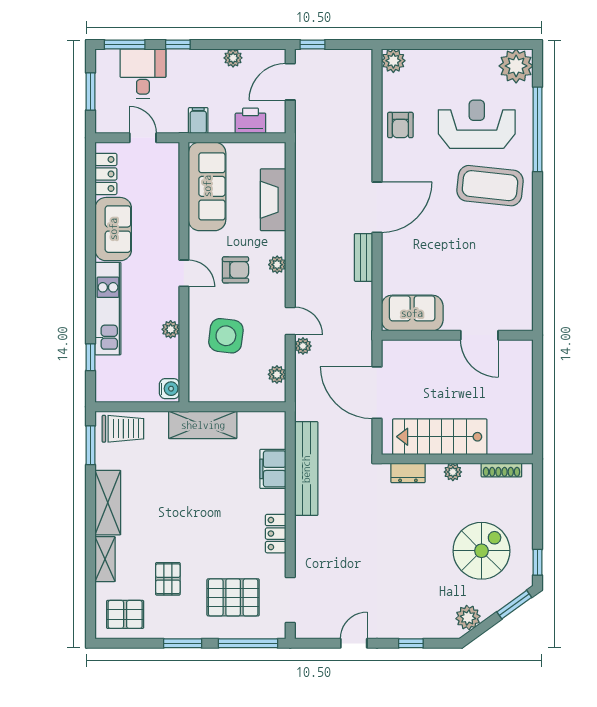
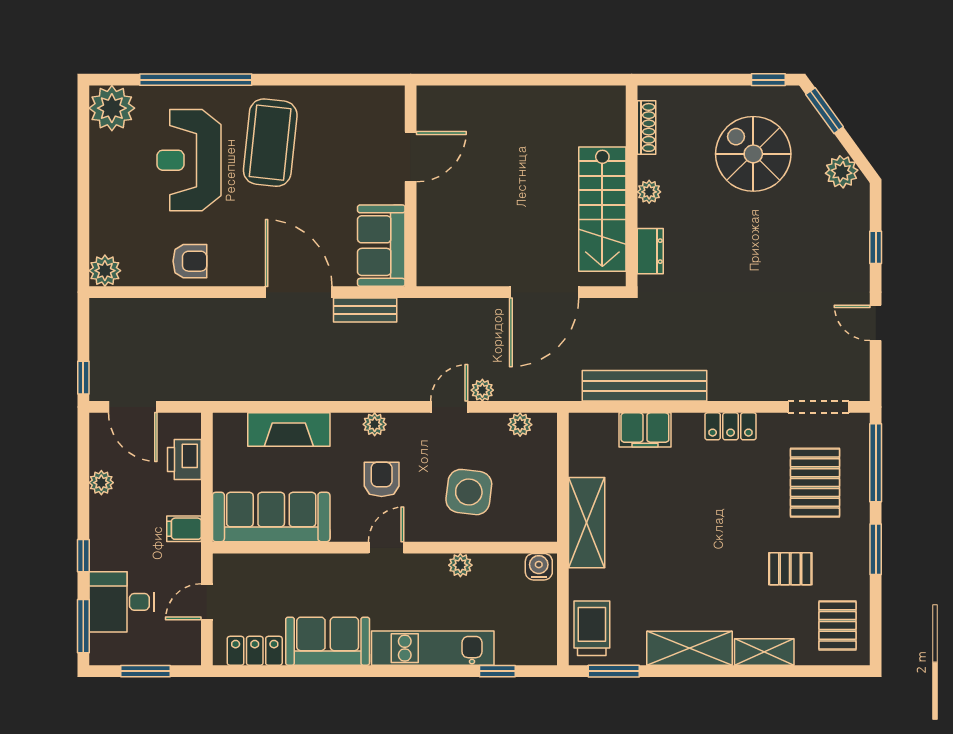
sofa: (412, 313) -> (381, 246), moved
wall: (457, 335) -> (411, 186), moved
door: (479, 335) -> (411, 157), moved

